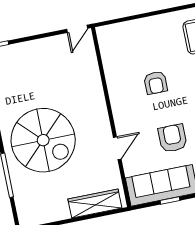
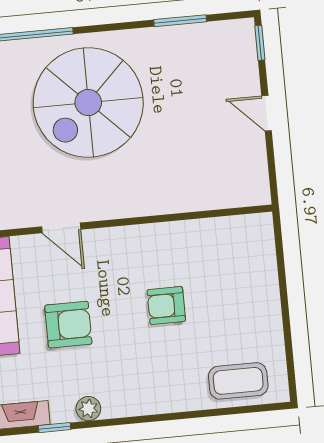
door: (77, 29) -> (267, 113), moved

